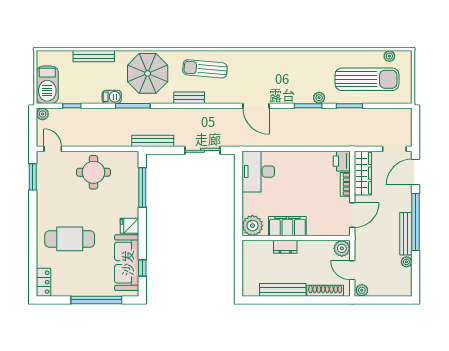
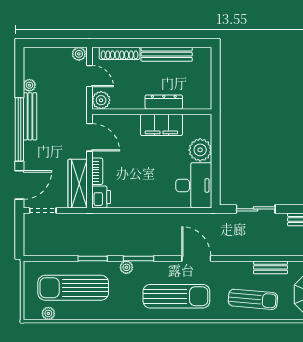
sun lounger: (274, 72) -> (176, 296), added
door: (352, 215) -> (90, 137), swing flipped
plant: (252, 226) -> (200, 150), moved
dresser: (285, 247) -> (164, 102), width x1.44

